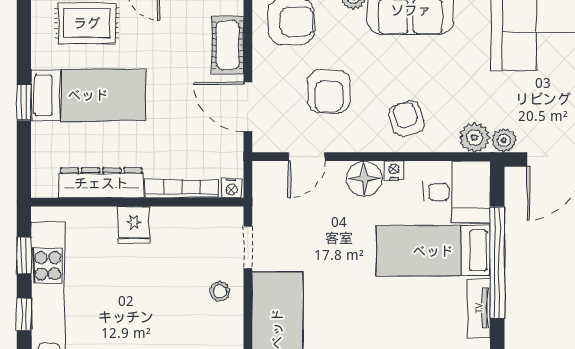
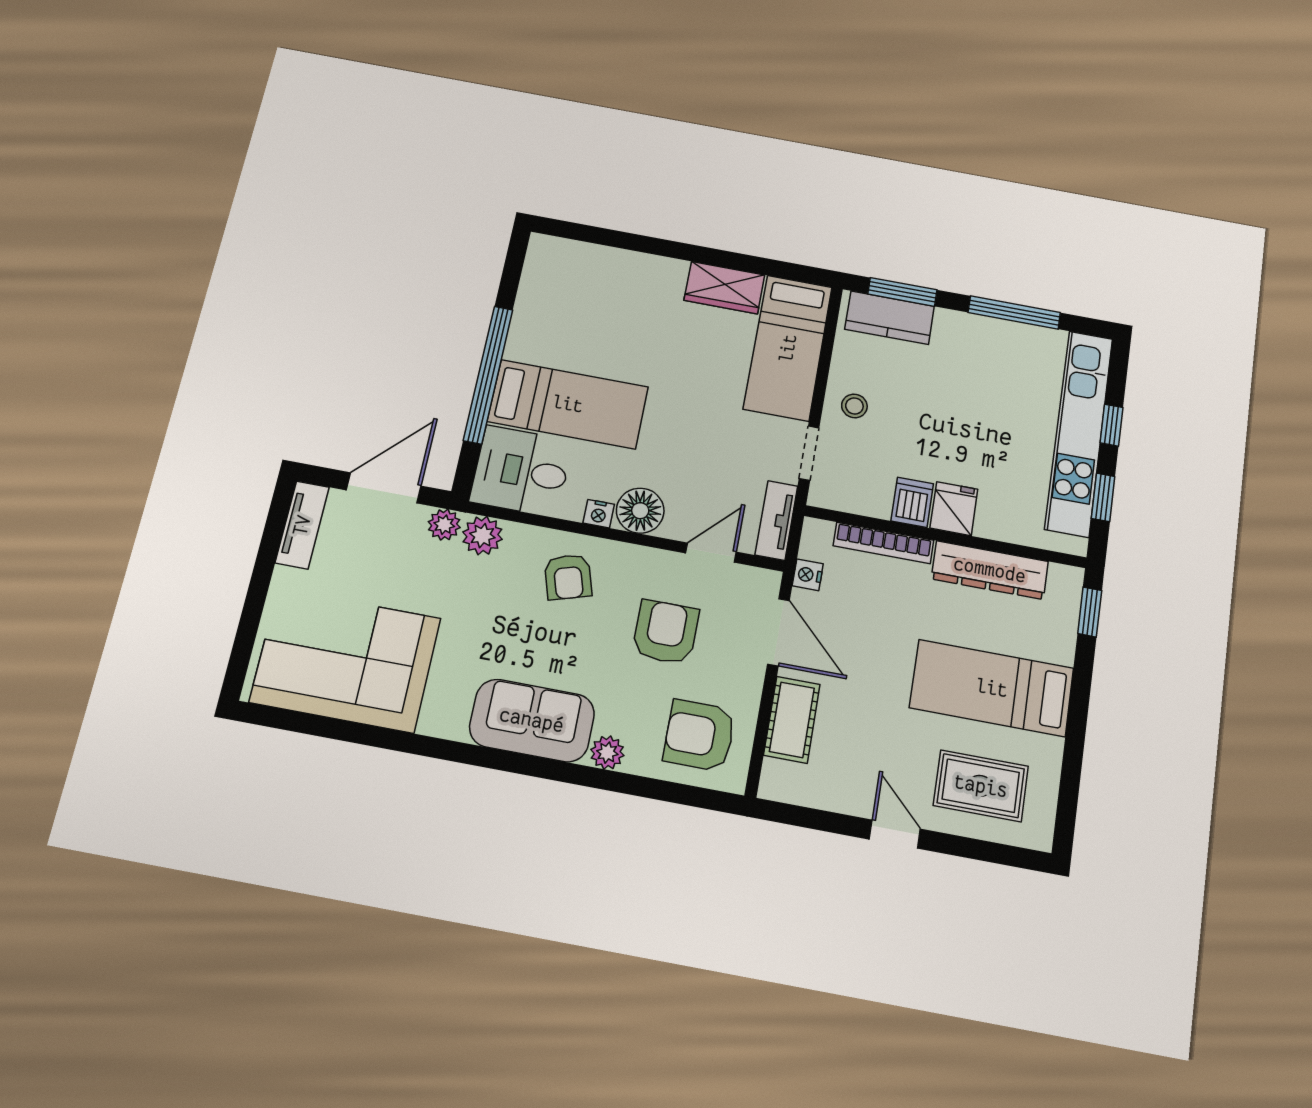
window: (24, 102) -> (1090, 612), moved
nightstand: (231, 188) -> (808, 575), moved, turned -90
dishwasher: (165, 224) -> (912, 502), added
tv unit: (479, 308) -> (776, 520), moved, turned 180

